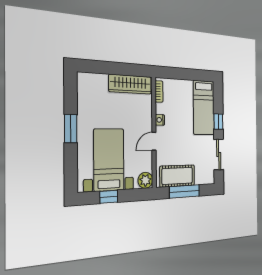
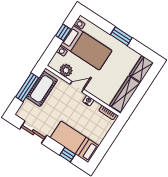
wardrobe: (92, 82) -> (141, 69), added
window: (218, 122) -> (67, 155), moved
door: (154, 141) -> (77, 87), hinge flipped
plant: (145, 180) -> (66, 70), moved

